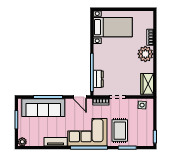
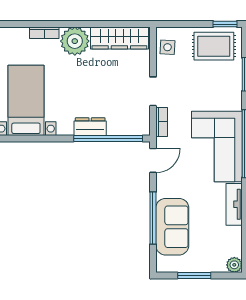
dresser: (98, 79) -> (90, 127), moved
wardrobe: (147, 84) -> (119, 38), width x1.50
sofa: (43, 108) -> (172, 227), width x0.73
rug: (120, 131) -> (214, 46), moved

